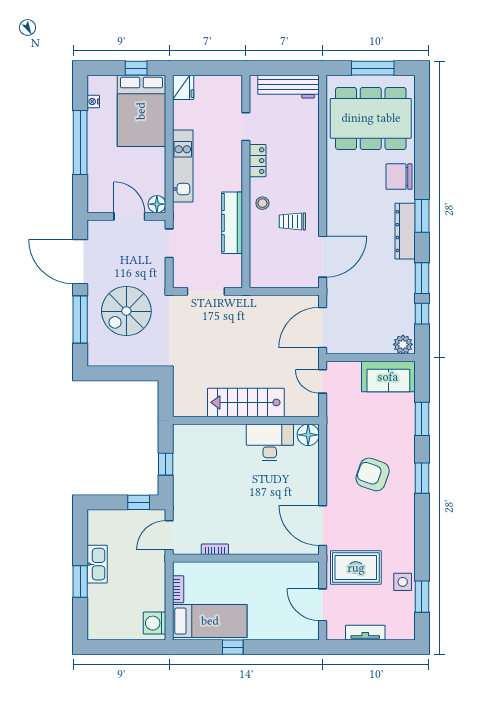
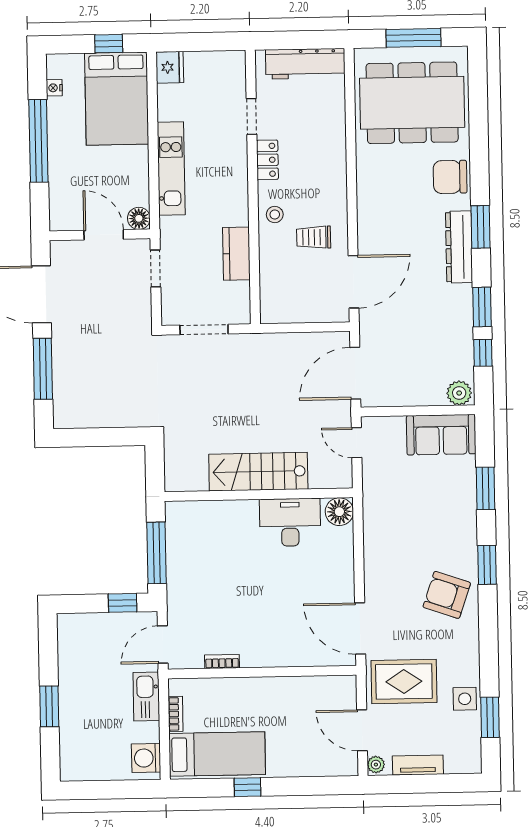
kitchen counter: (232, 223) -> (236, 254), width x0.67
spiral stairs: (126, 311) -> (102, 357), removed
window: (166, 464) -> (156, 553), width x2.17
armchair: (373, 474) -> (447, 595), moved
kitchen sink: (97, 564) -> (146, 696), moved, turned 180
plant: (333, 632) -> (376, 765), added

